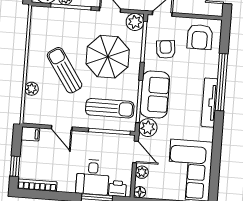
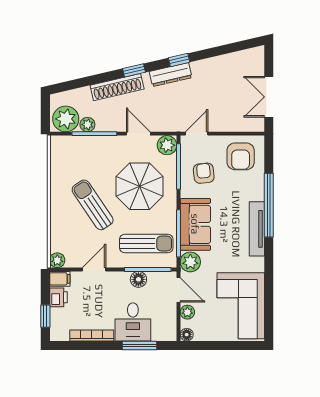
plant: (32, 89) -> (57, 260), moved
door: (62, 128) -> (94, 270), swing flipped
floor lamp: (100, 140) -> (138, 279), added
bookcase: (37, 185) -> (92, 335), moved
printer: (117, 188) -> (58, 297), moved, turned 90

